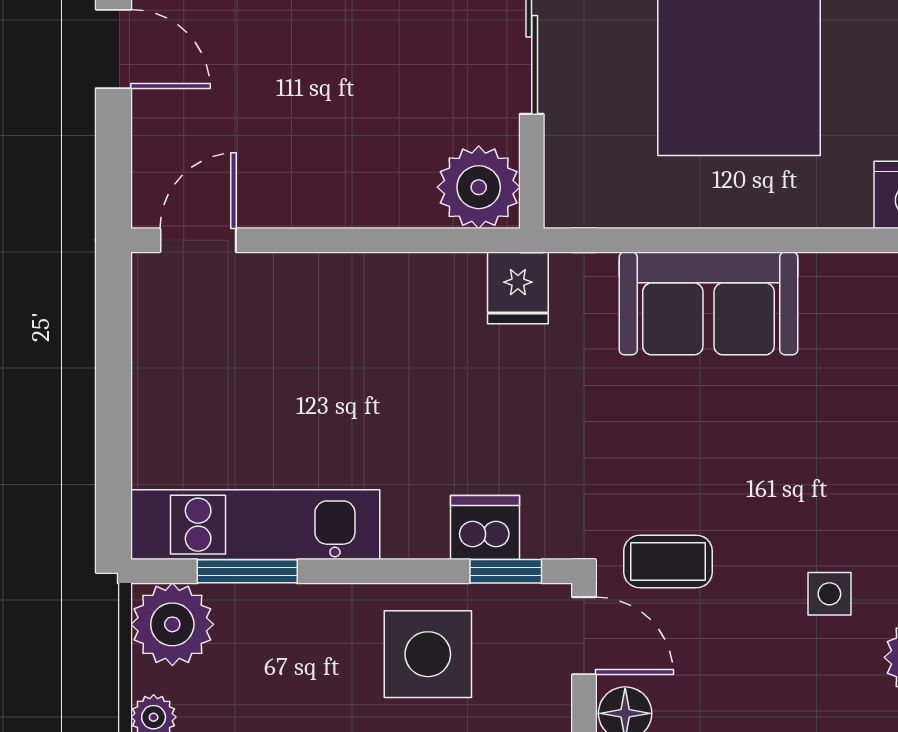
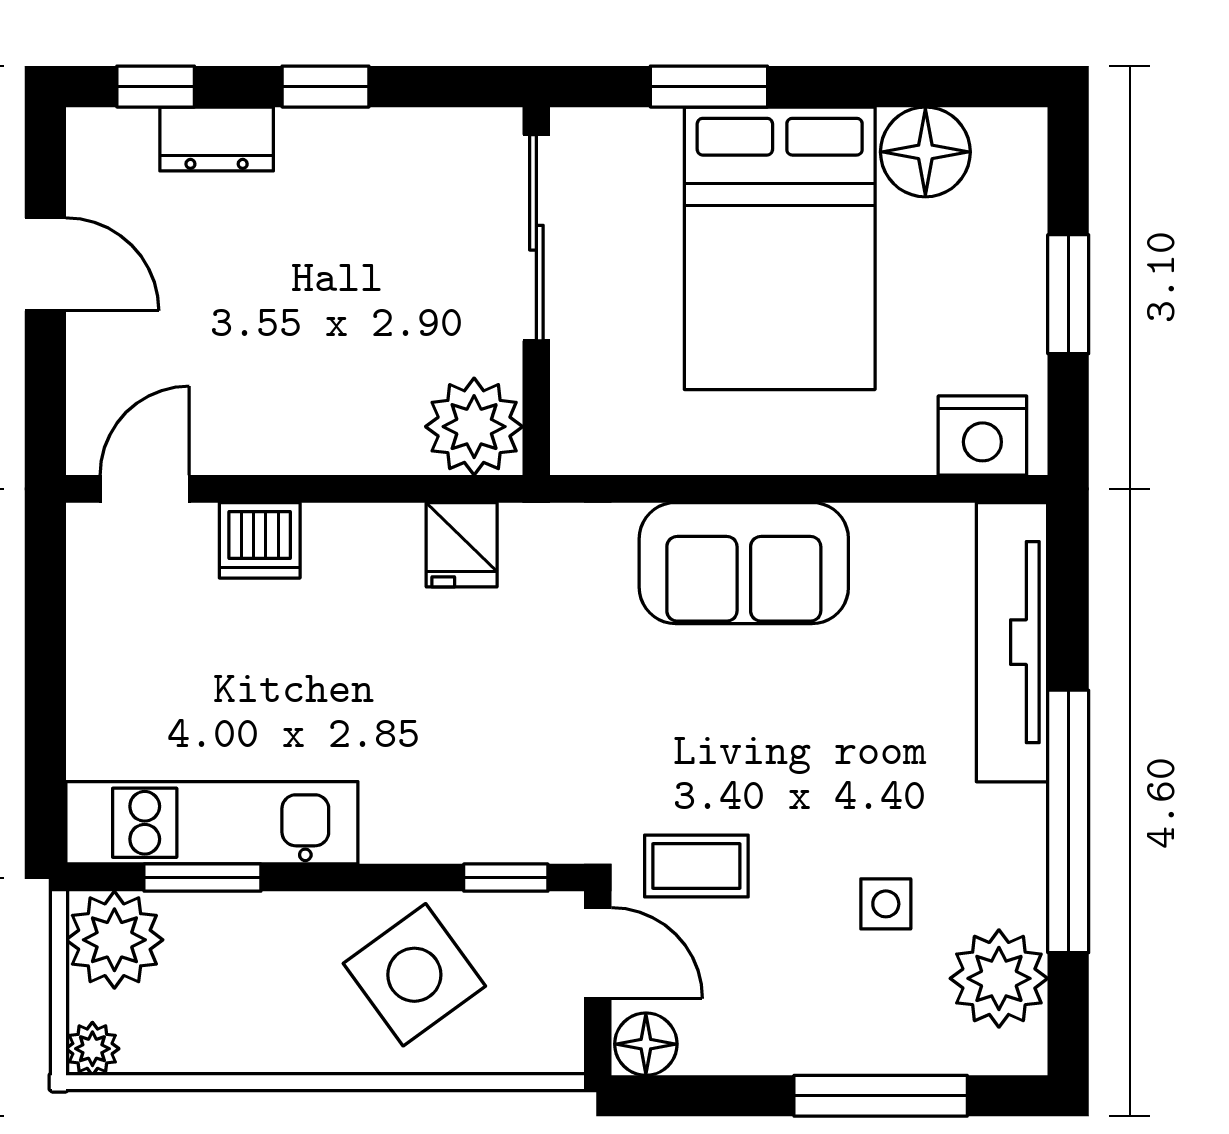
fridge: (518, 288) -> (462, 545), moved
dishwasher: (485, 528) -> (260, 540), moved, turned 180
side table: (428, 654) -> (414, 975), turned -36

